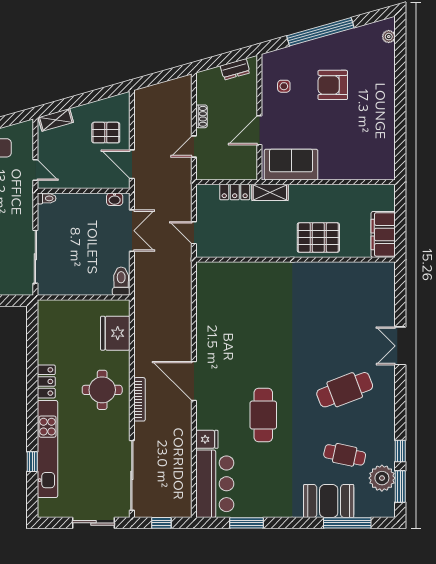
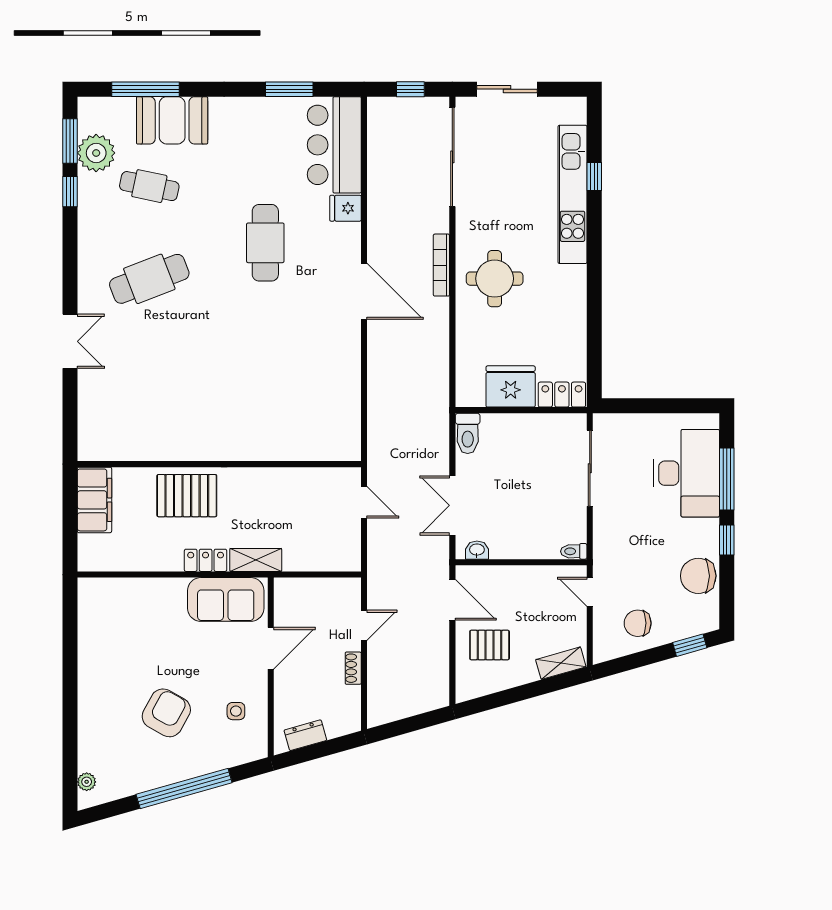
armchair: (333, 85) -> (166, 713), turned -61
locker: (235, 192) -> (206, 560), moved
fridge: (115, 333) -> (511, 386), moved, turned -90
locker: (46, 381) -> (562, 395), moved, turned 90

